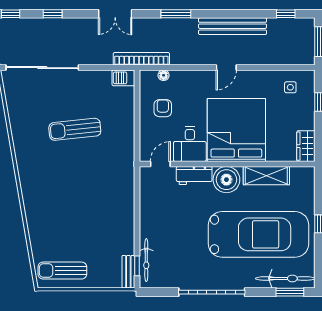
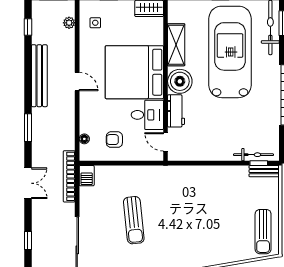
bookcase: (141, 59) -> (69, 176), moved
plant: (290, 59) -> (69, 23), added

